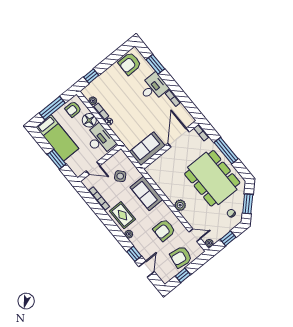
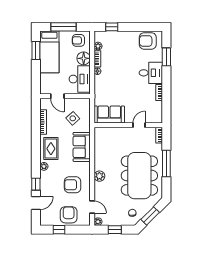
door: (179, 138) -> (139, 125), width x0.53
window: (57, 159) -> (36, 50), moved
armchair: (181, 257) -> (69, 215), turned 81

